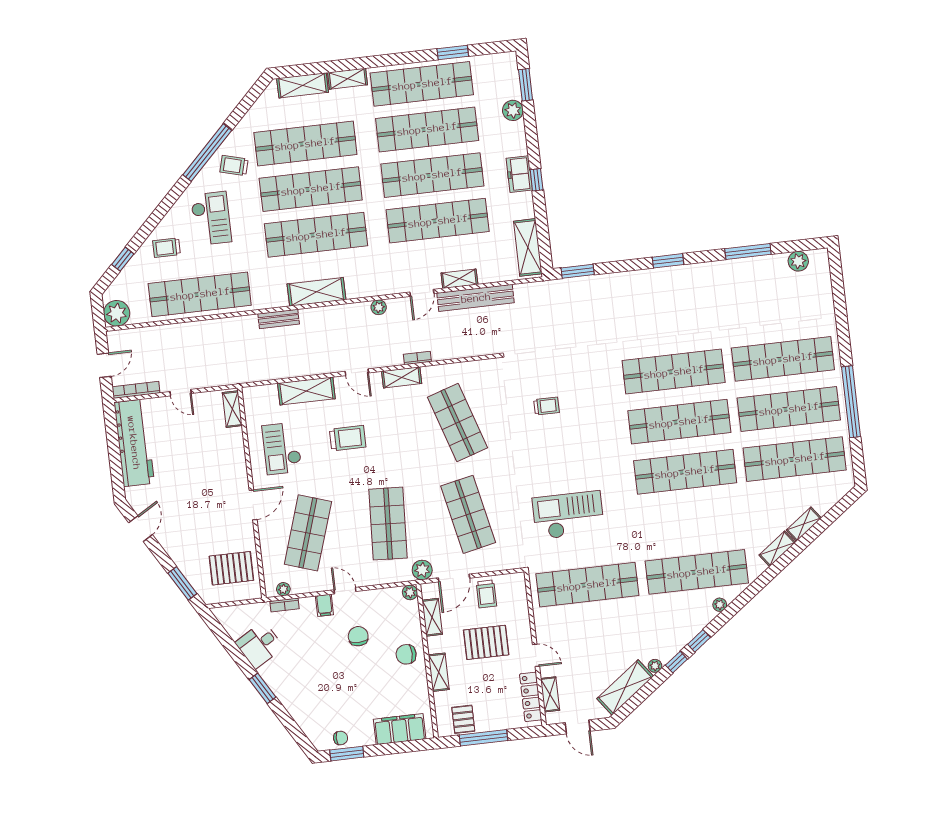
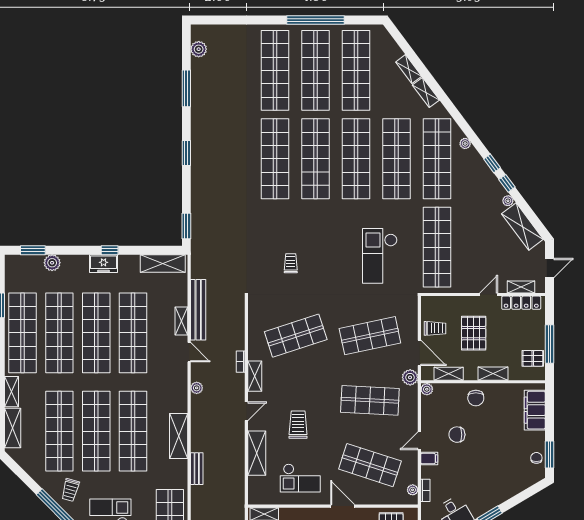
shop shelf: (691, 522) -> (396, 159), added

